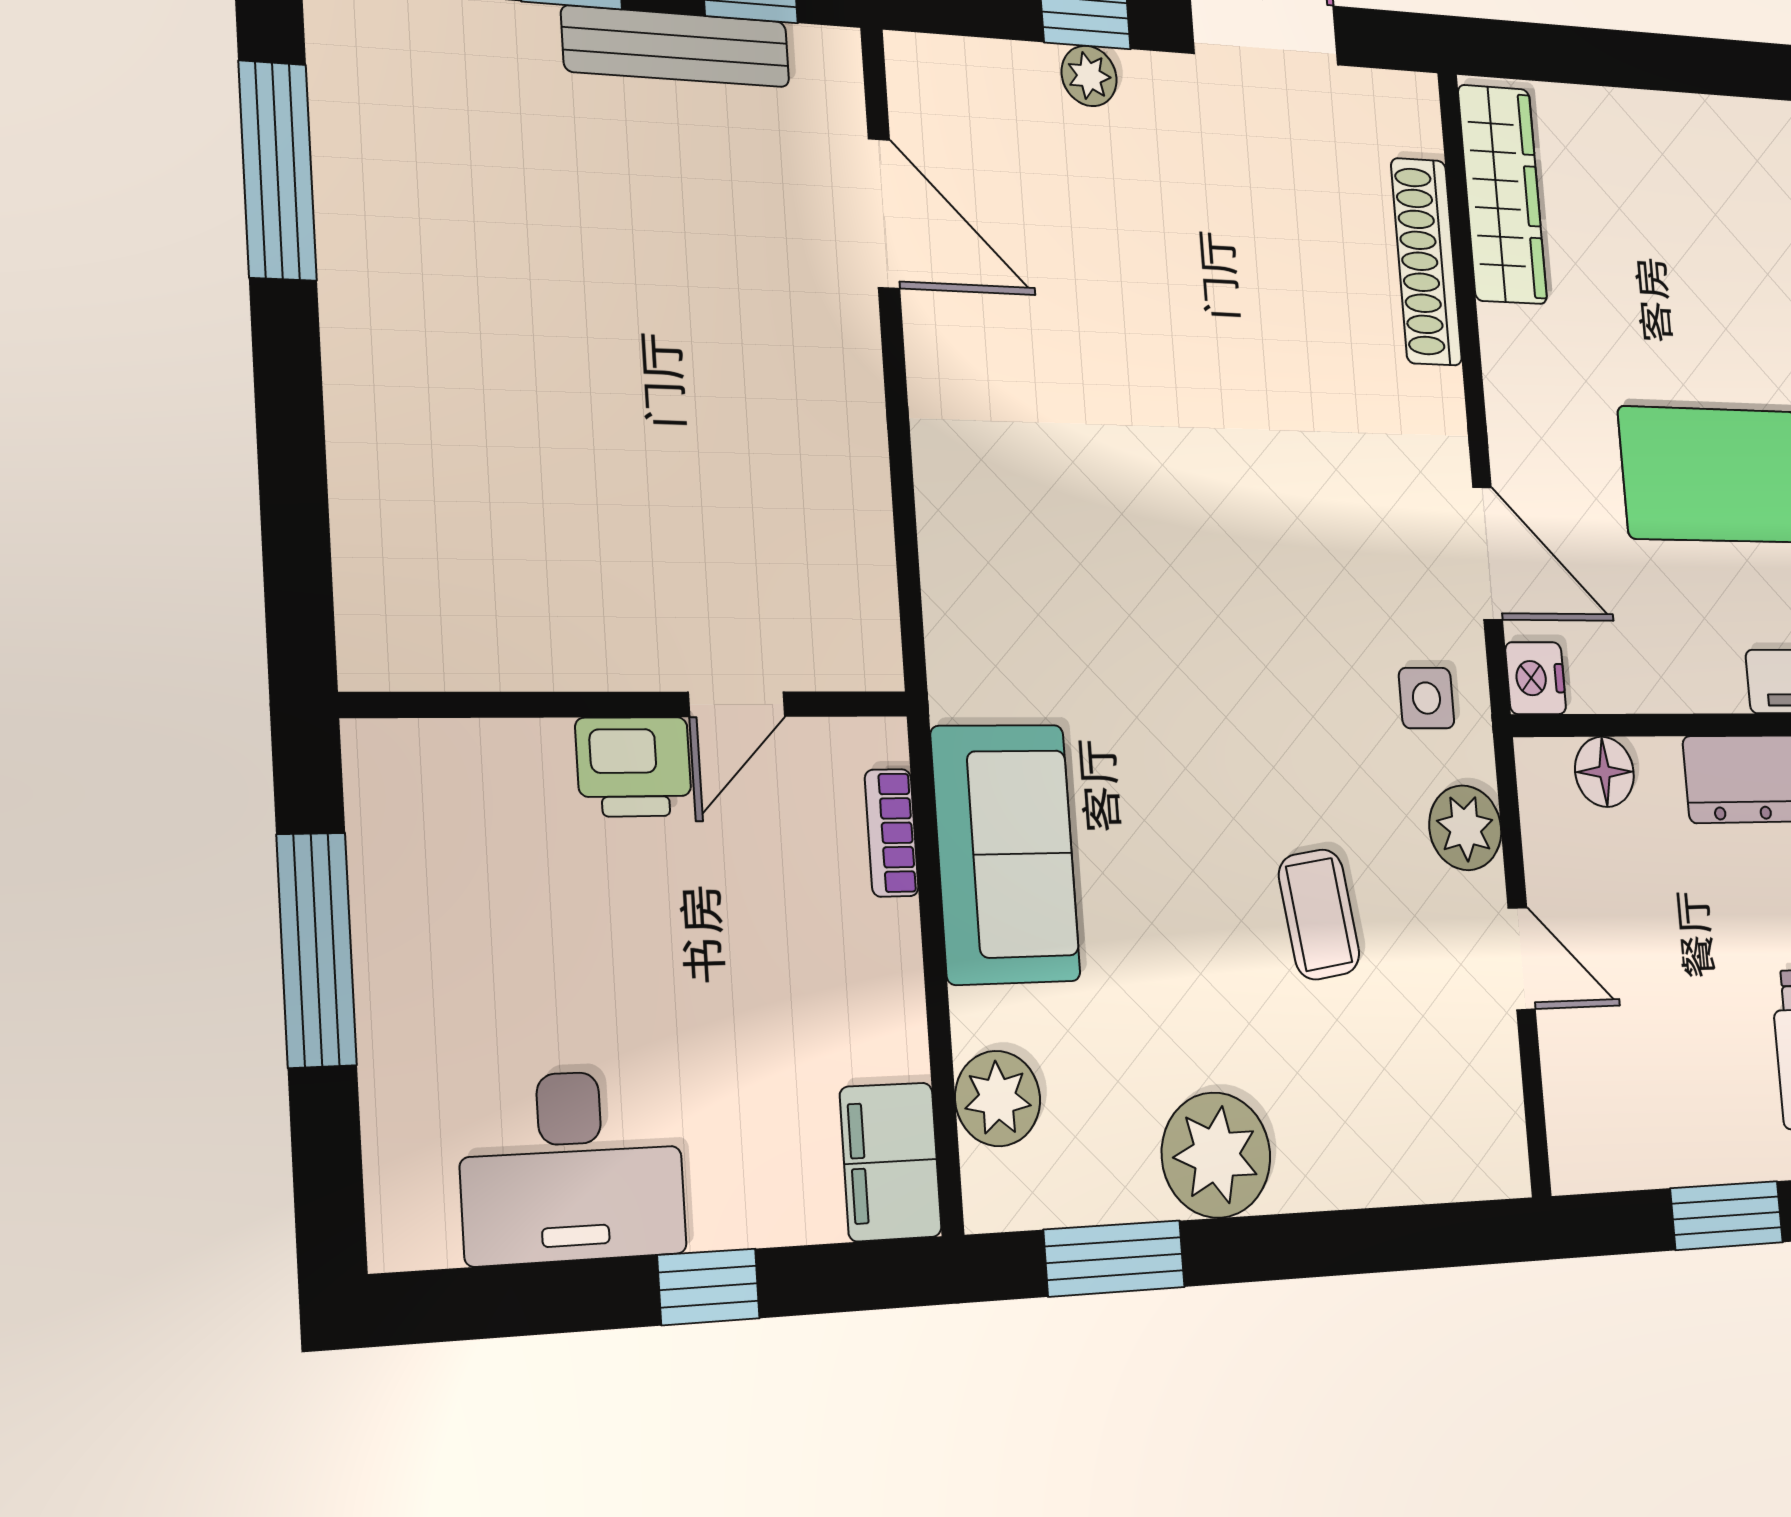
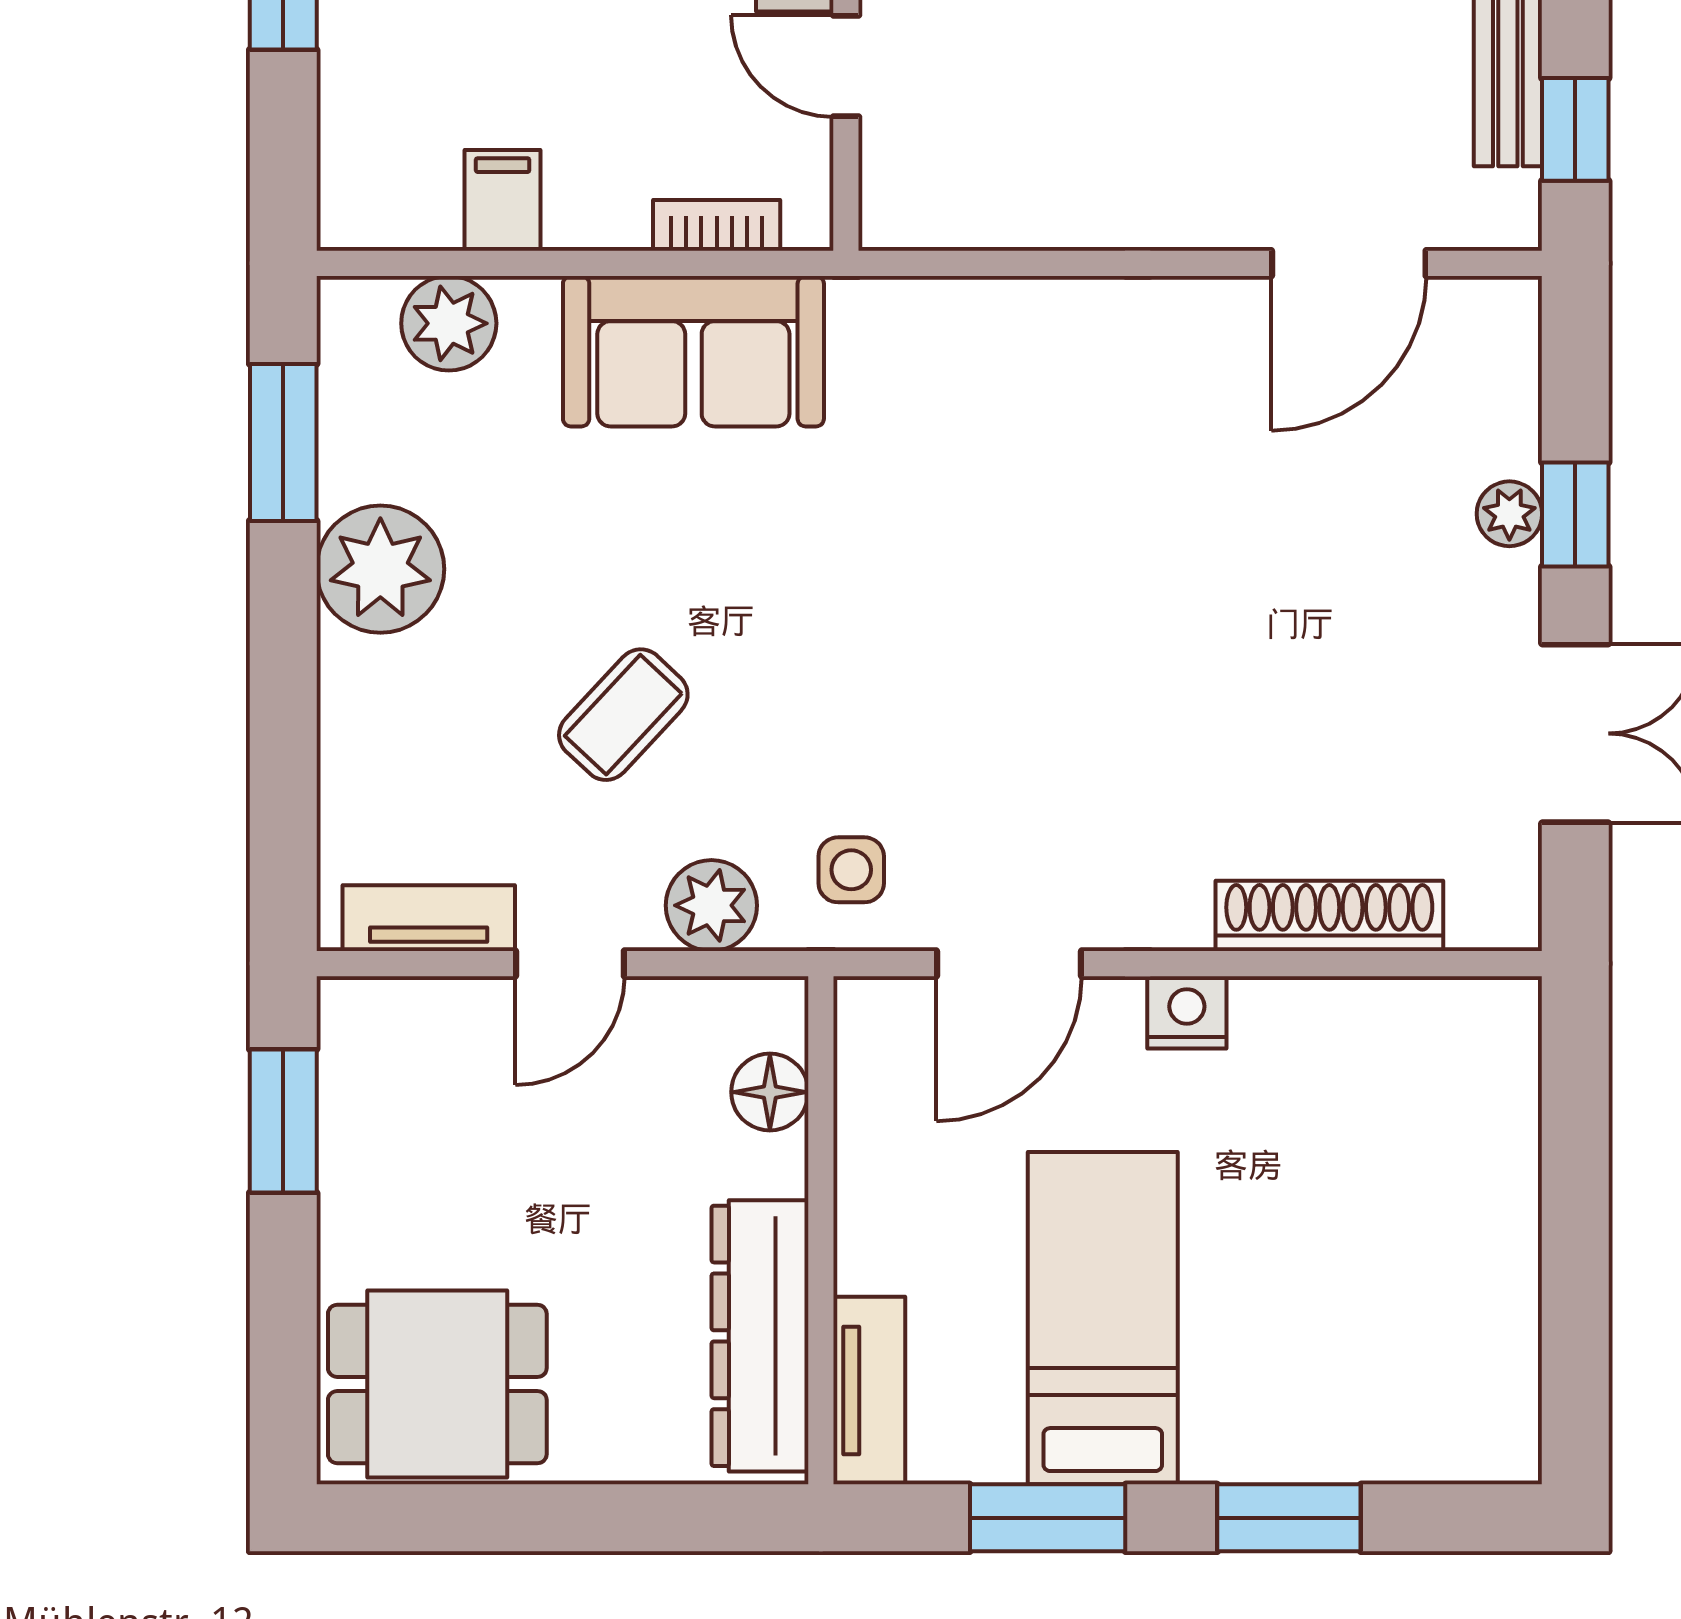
wardrobe: (1502, 194) -> (1410, 1023), removed
nightstand: (1536, 678) -> (1187, 1012), moved
coffee table: (1319, 914) -> (623, 715), turned -39
tv unit: (1497, 1093) -> (429, 918), added
filing cabinet: (891, 1162) -> (503, 200), moved, width x0.50
window: (1727, 1215) -> (283, 1121), moved

